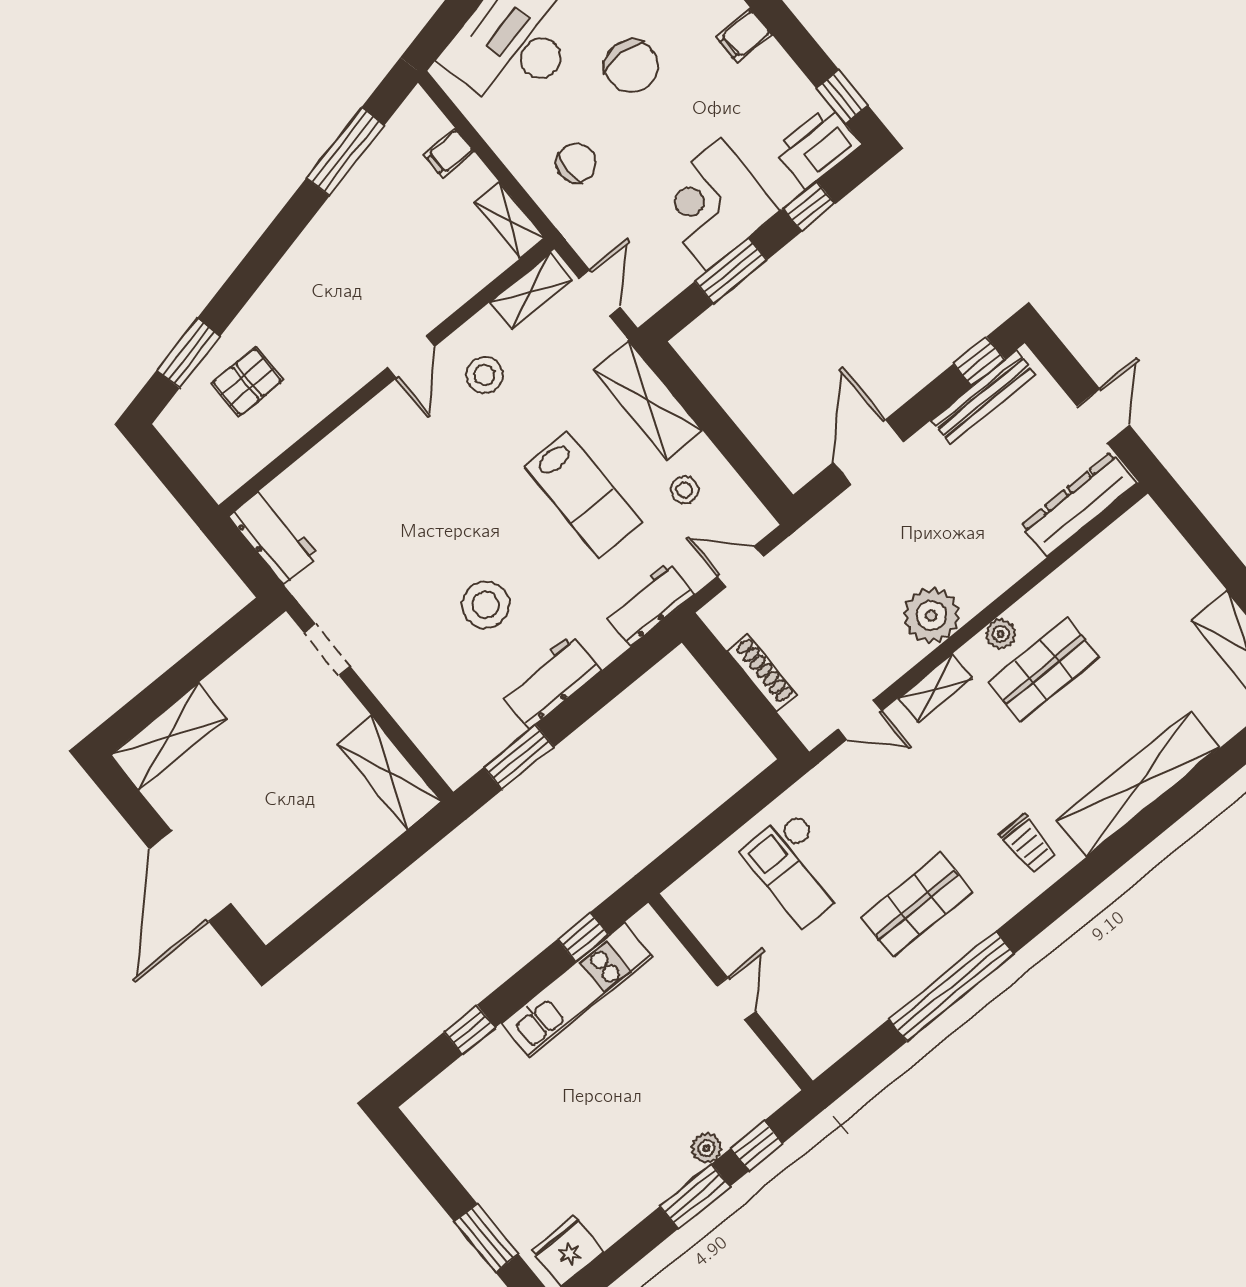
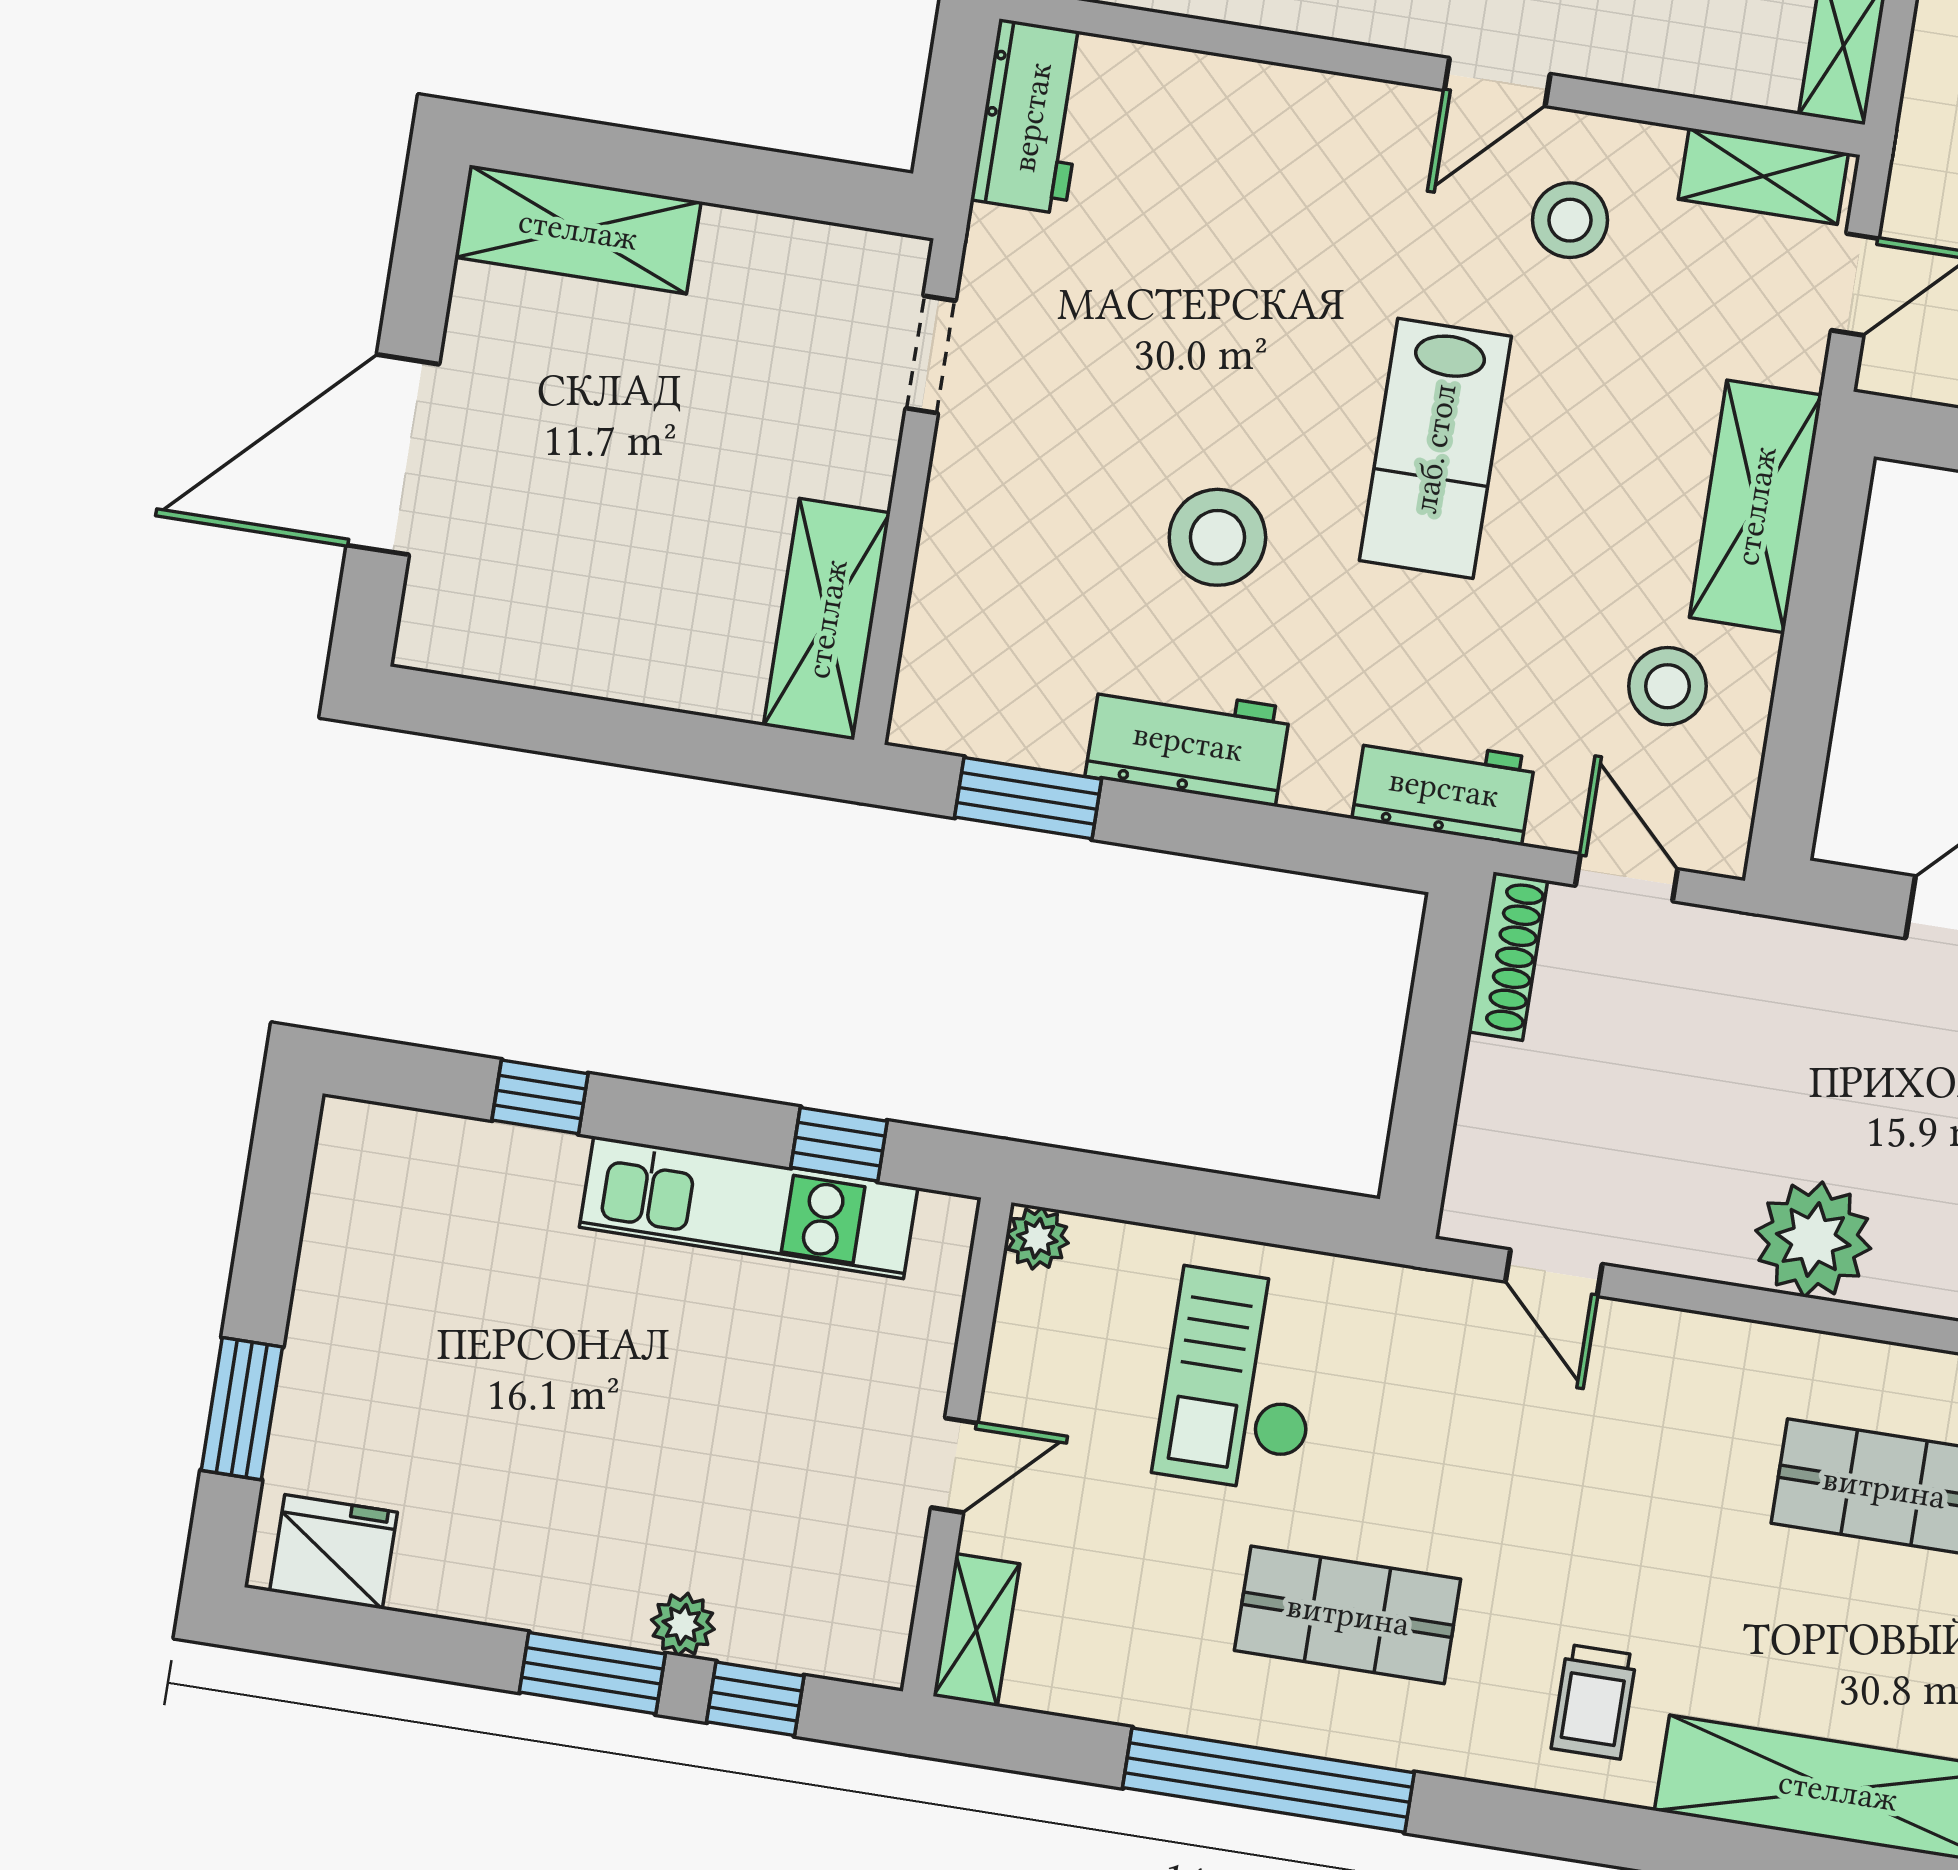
stool: (684, 490) -> (1668, 686), width x1.37, depth x1.37
lab bench: (583, 495) -> (1435, 448), moved
plant: (1001, 634) -> (1037, 1238), moved
shoe rack: (762, 673) -> (1508, 956), moved
shelving: (935, 688) -> (976, 1630), moved, turned 90

